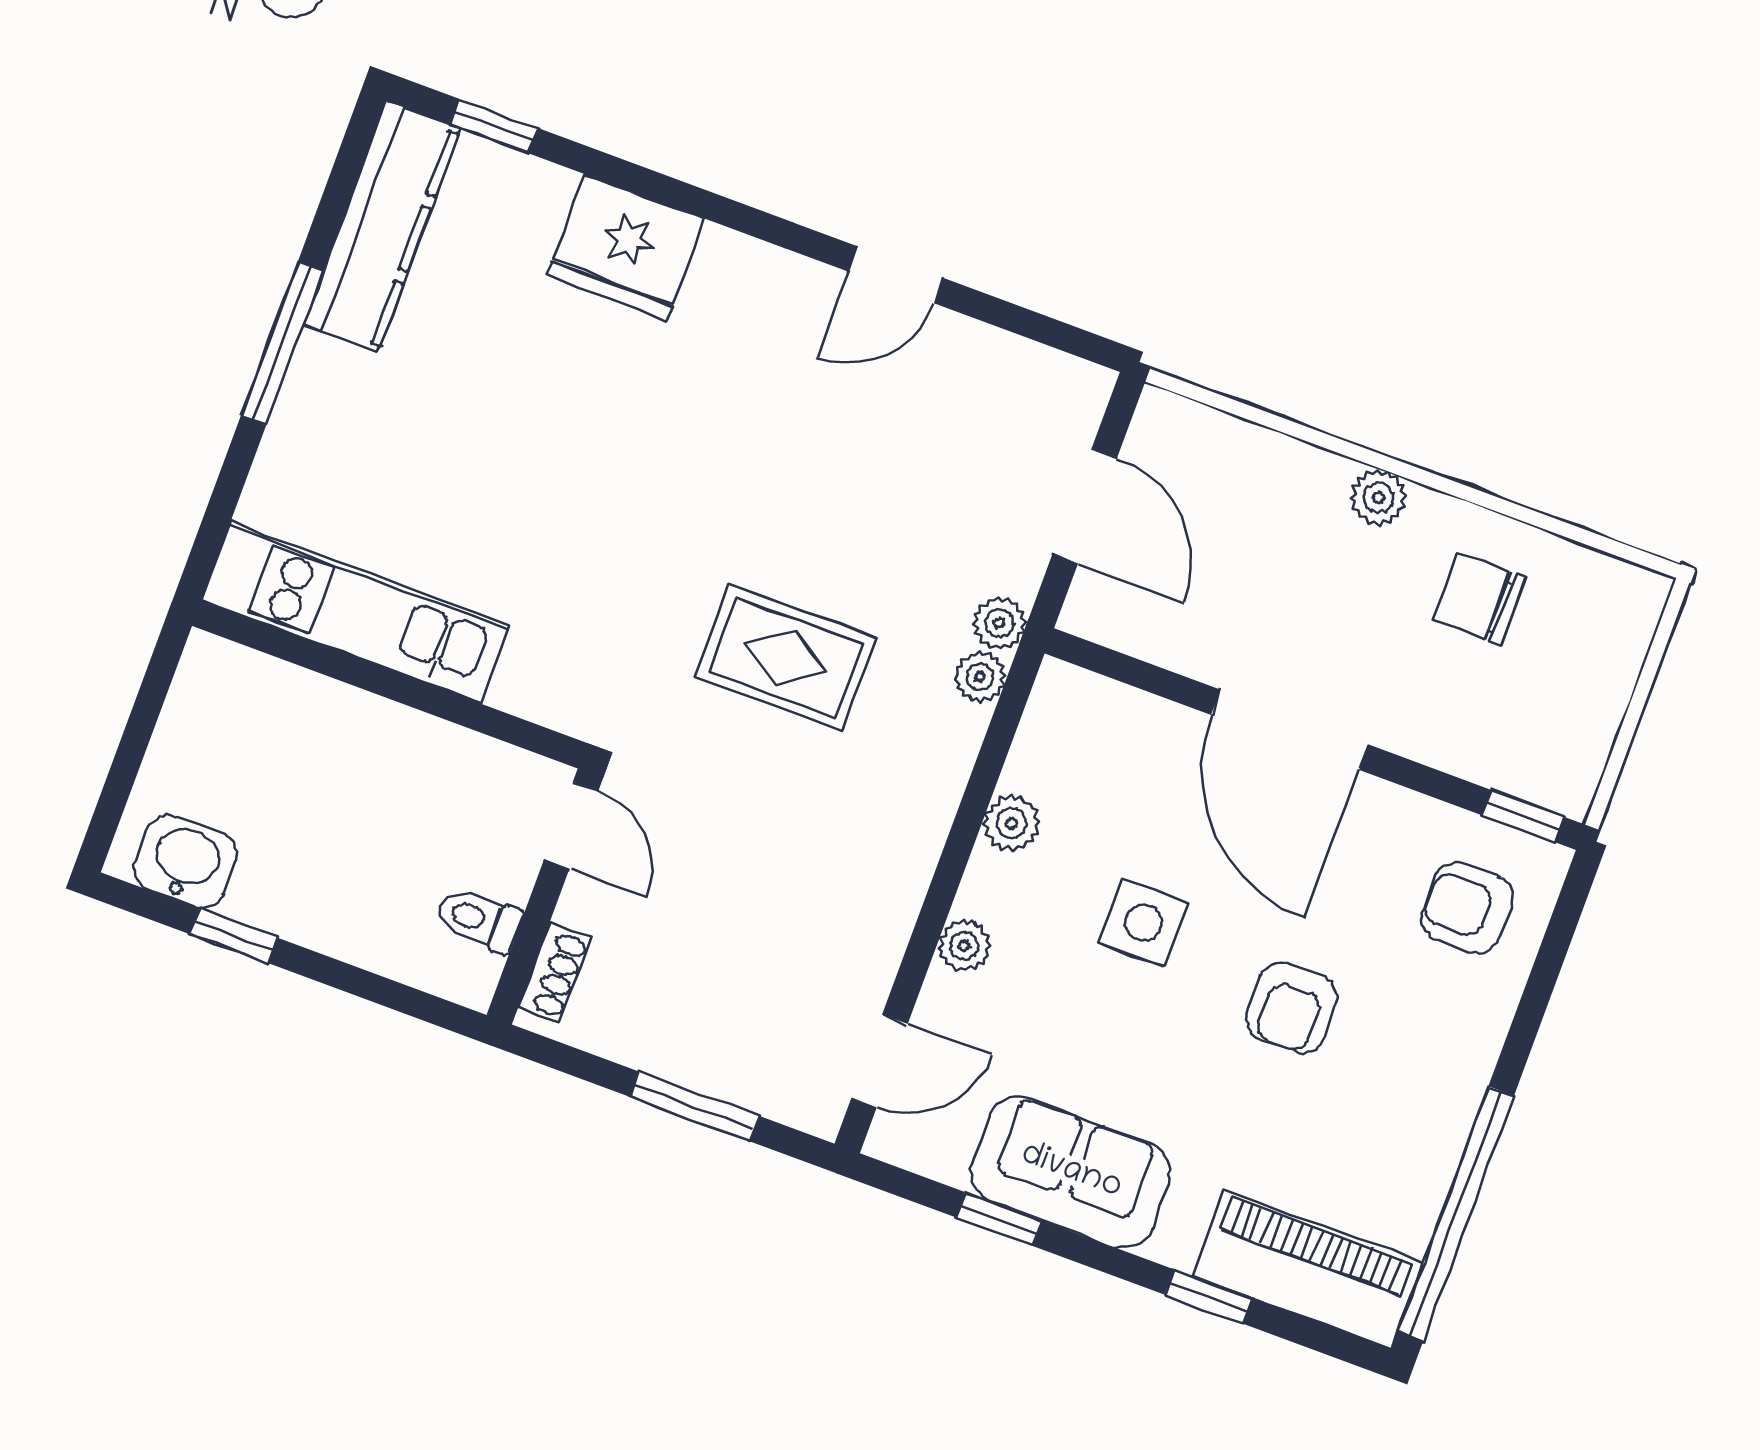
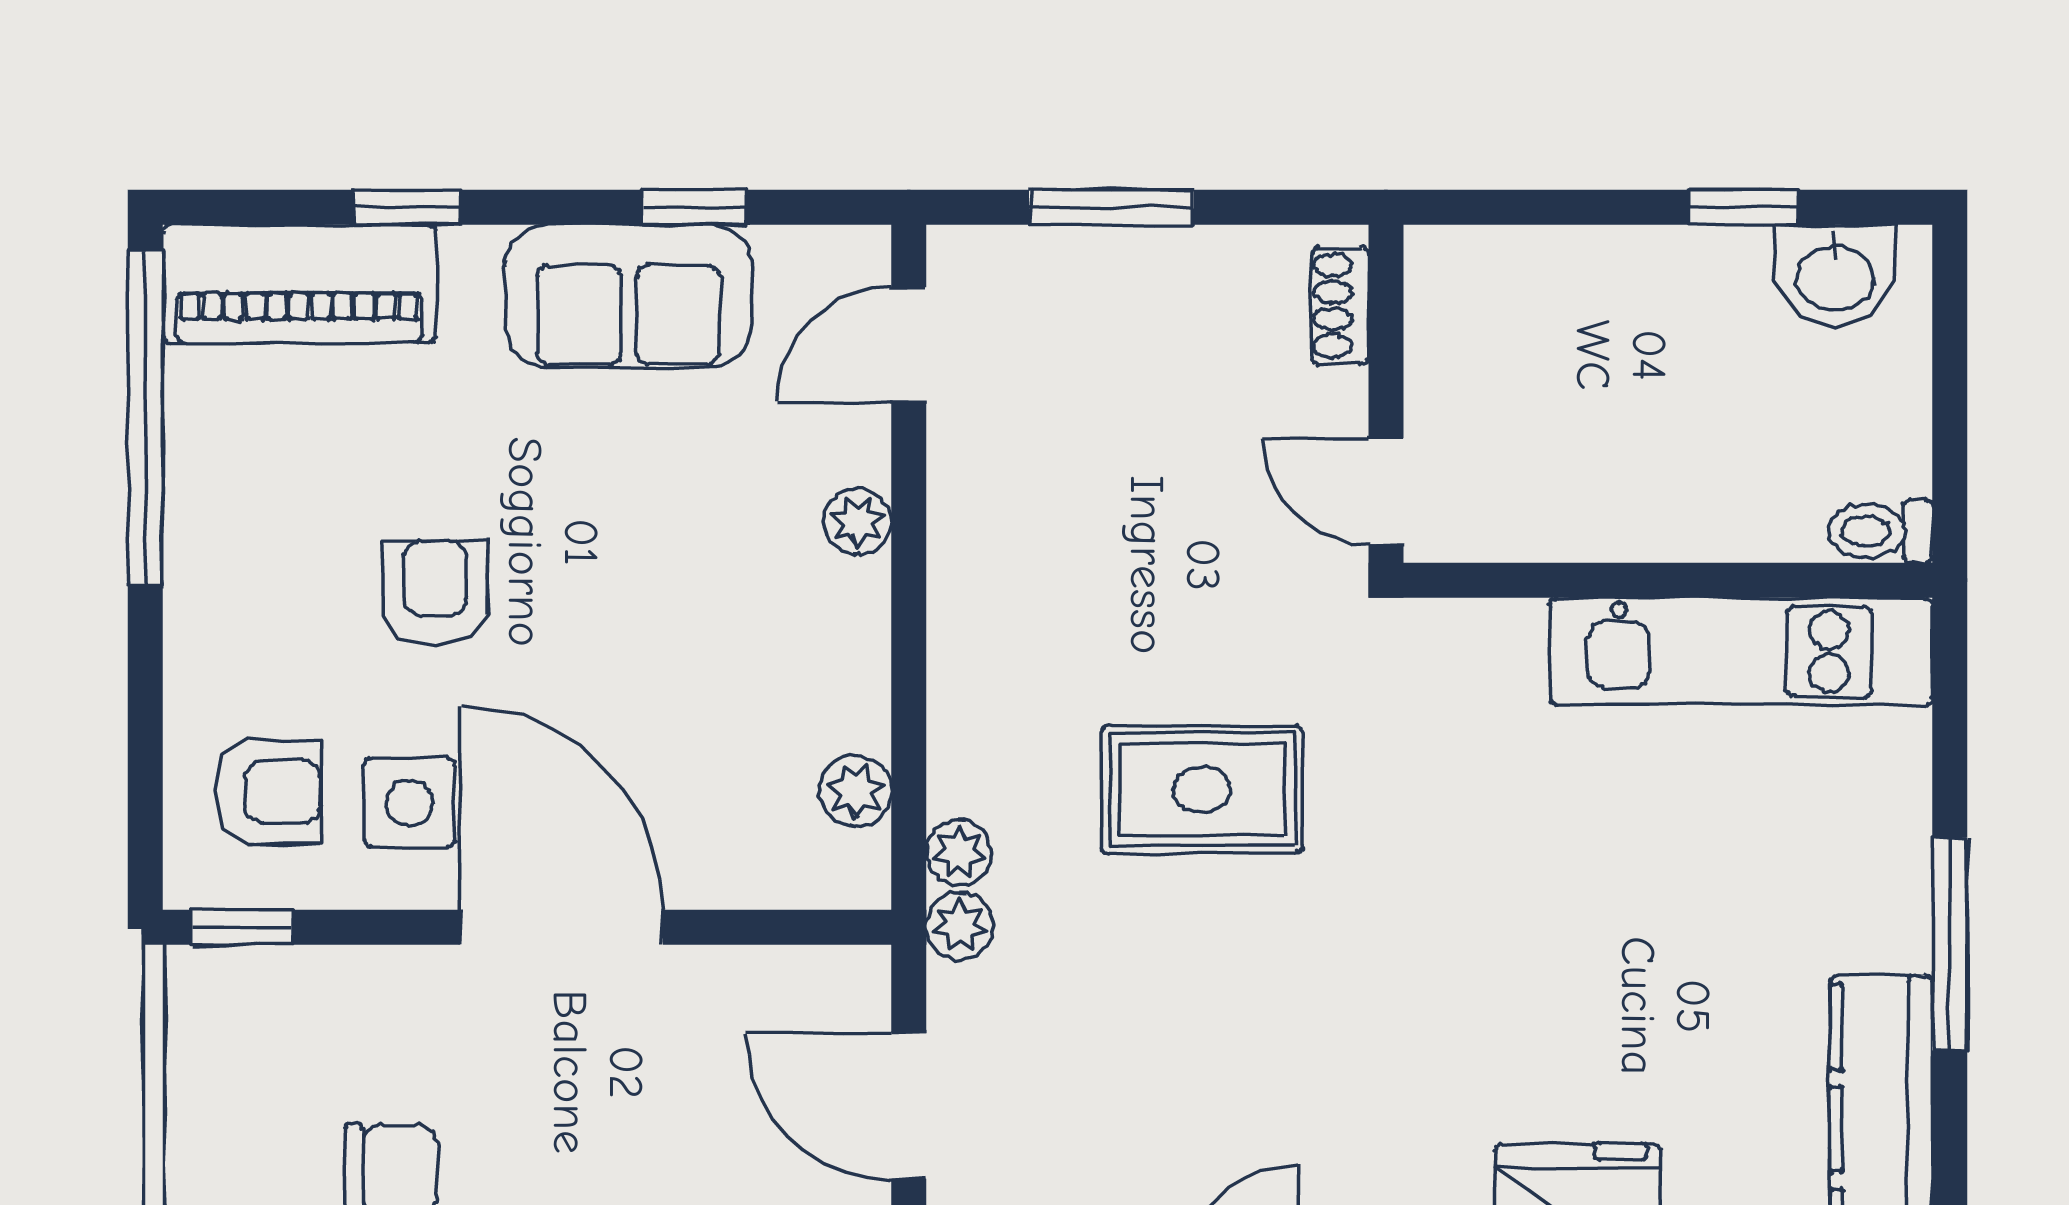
plant: (1012, 823) -> (855, 791), moved
toilet: (479, 920) -> (1880, 531), moved, turned 180
side table: (1143, 923) -> (410, 803), moved

